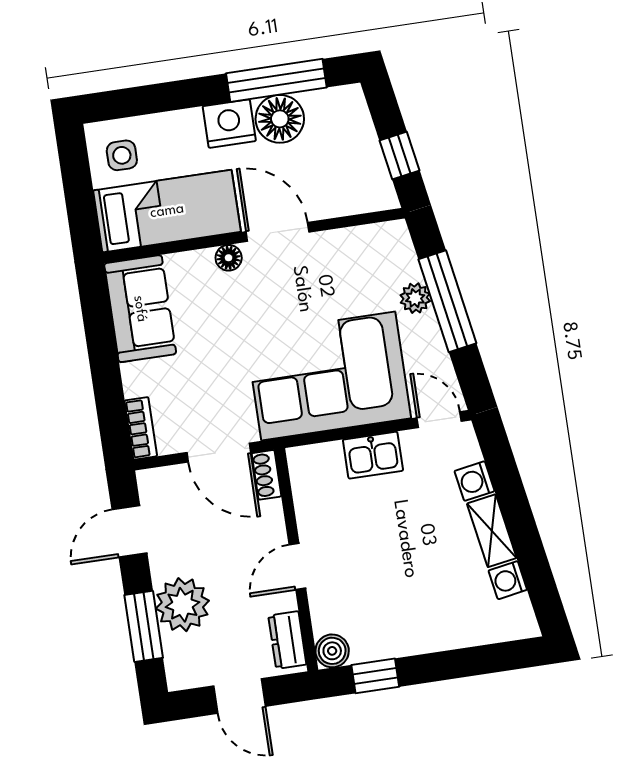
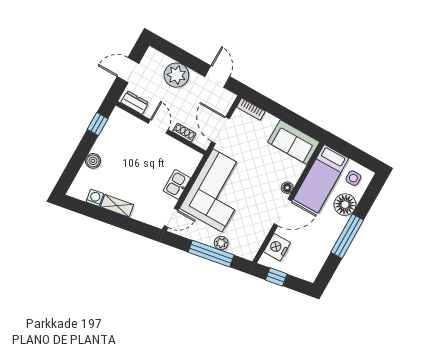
window: (276, 80) -> (347, 236), moved
floor lamp: (280, 119) -> (345, 205), moved
nightstand: (229, 124) -> (277, 247), moved, turned 180
door: (219, 453) -> (221, 130), hinge flipped
shoe rack: (266, 475) -> (184, 133), moved
washing machine: (474, 481) -> (139, 213), removed
window: (144, 626) -> (179, 55), removed
boiler: (332, 651) -> (93, 161), moved

